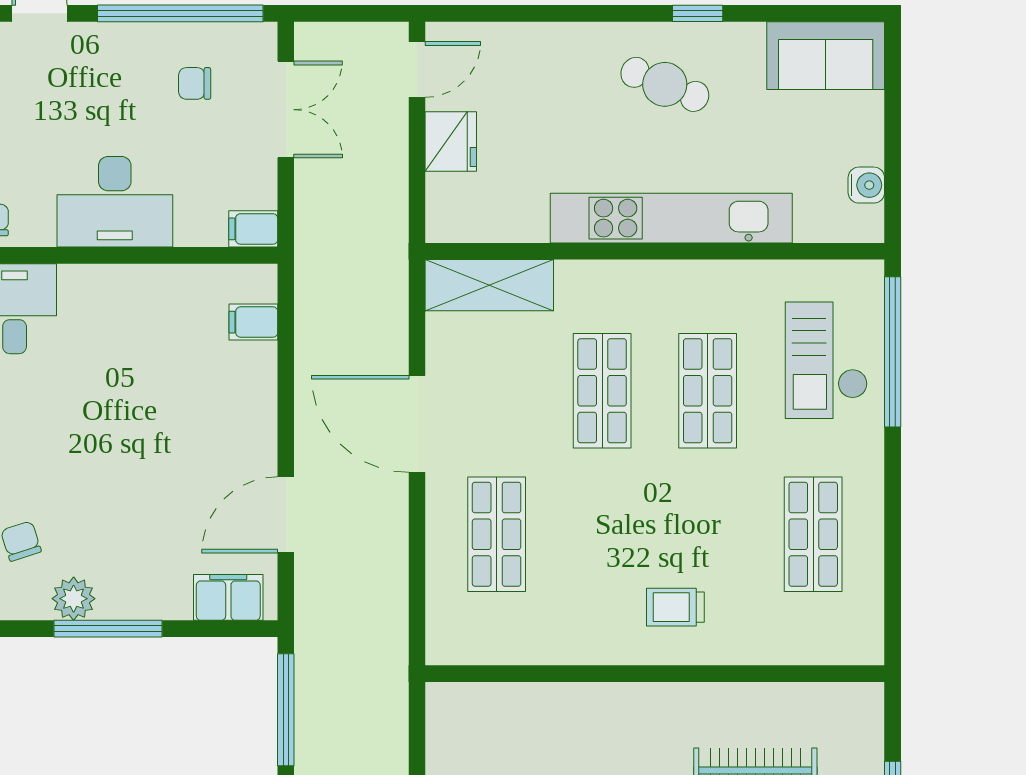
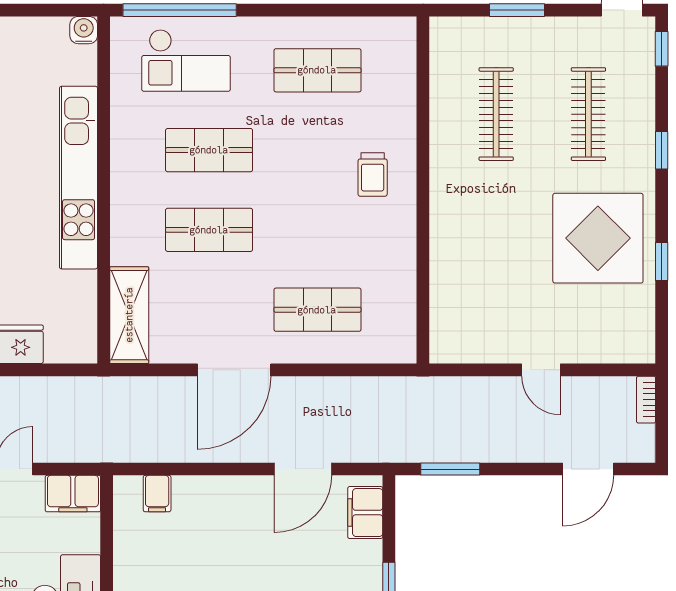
water cooler: (866, 185) -> (84, 30), moved
filing cabinet: (253, 229) -> (73, 494), width x2.00
door: (286, 515) -> (303, 469), hinge flipped
window: (286, 710) -> (450, 469), width x0.69

